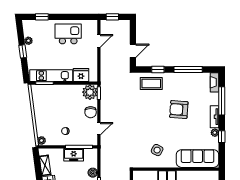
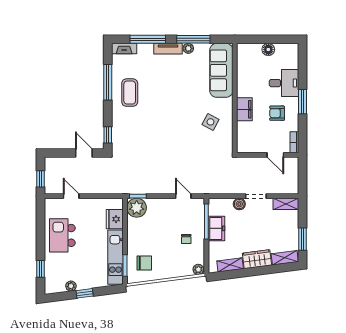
window: (158, 69) -> (108, 135), moved
coffee table: (151, 83) -> (130, 93), moved
armchair: (179, 110) -> (159, 94), removed
chair: (91, 112) -> (144, 263), moved
window: (222, 137) -> (193, 39), width x2.17

